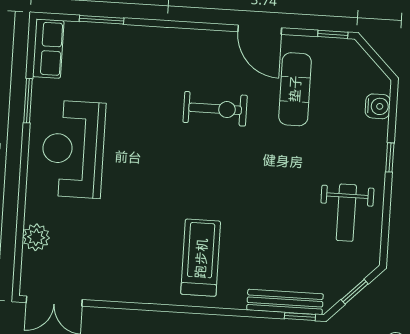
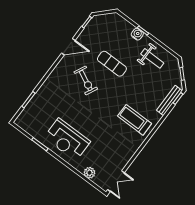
row of seats: (48, 49) -> (26, 125), removed
exercise mat: (295, 89) -> (112, 64), moved
water cooler: (378, 106) -> (137, 34), moved
exercise bike: (215, 109) -> (86, 81), turned 116

